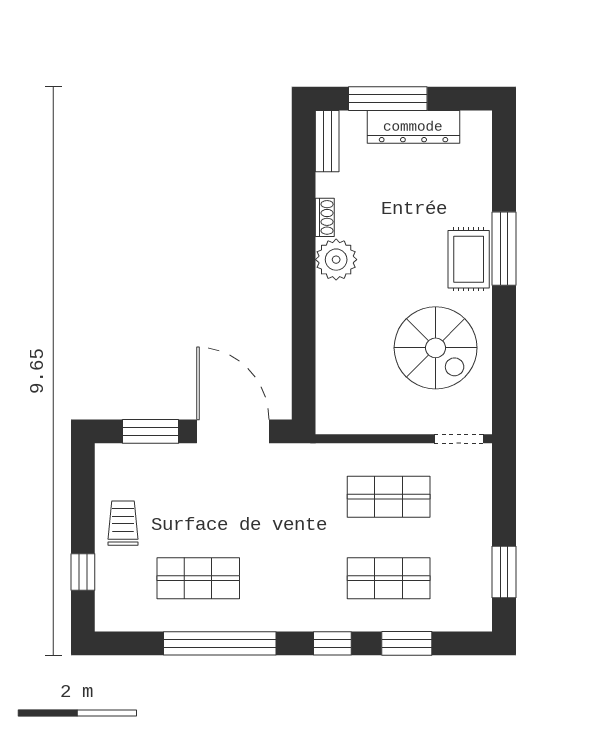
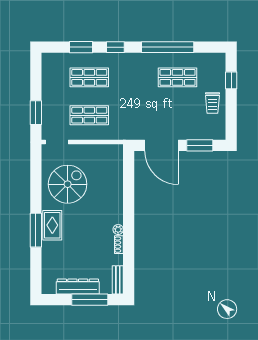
plant: (336, 260) -> (118, 230), width x0.53, depth x0.53
spiral stairs: (436, 348) -> (68, 184), turned 90
window: (504, 572) -> (36, 113), moved

